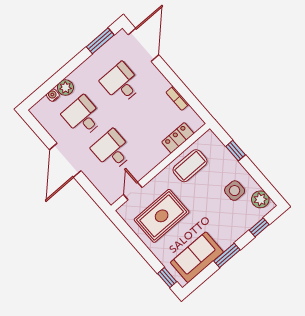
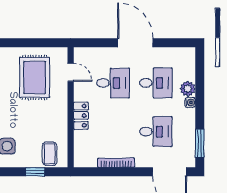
water cooler: (53, 95) -> (190, 102), moved
bookcase: (177, 98) -> (116, 163), width x1.56
locker: (178, 138) -> (81, 116), moved
coffee table: (190, 166) -> (50, 154), moved, width x0.73, depth x0.77

